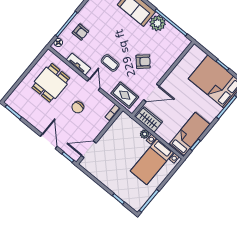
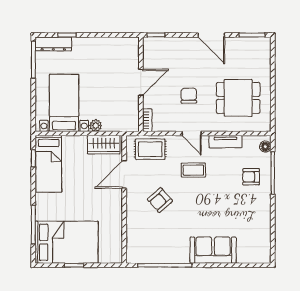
plant: (158, 23) -> (178, 253), removed
dining table: (51, 83) -> (238, 98), turned 90
door: (49, 141) -> (211, 35), moved
door: (89, 149) -> (141, 82), moved
dresser: (130, 200) -> (53, 44), added

